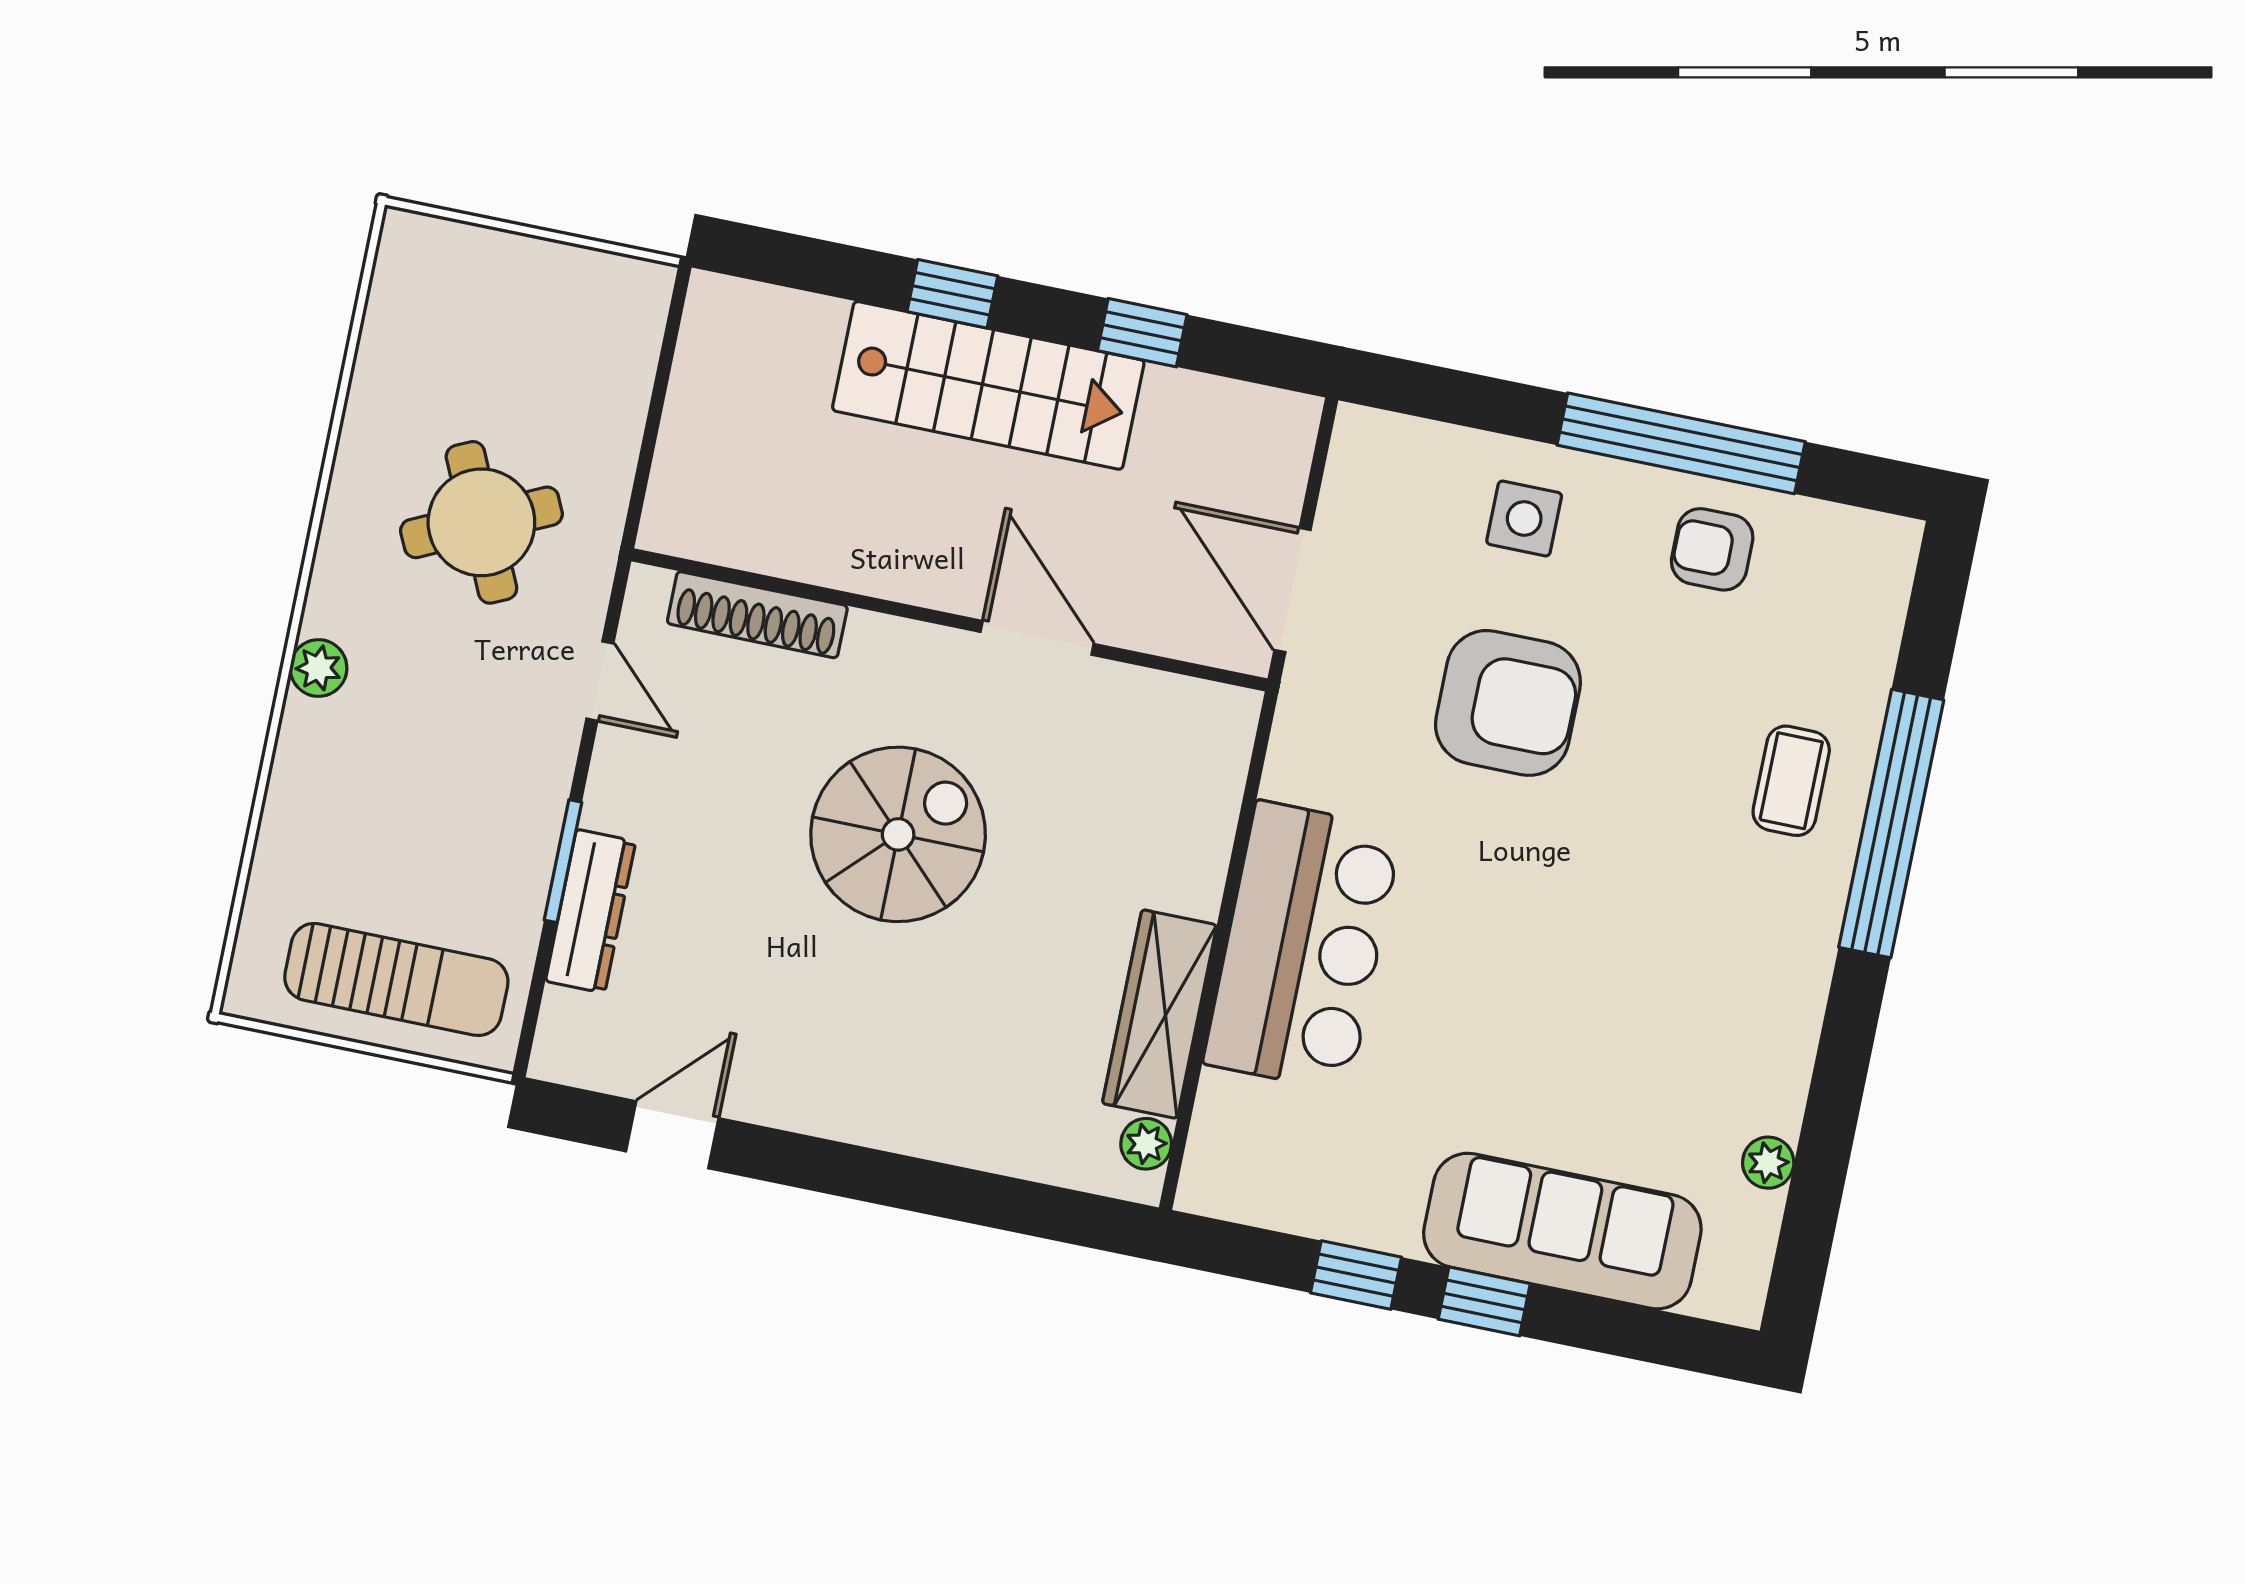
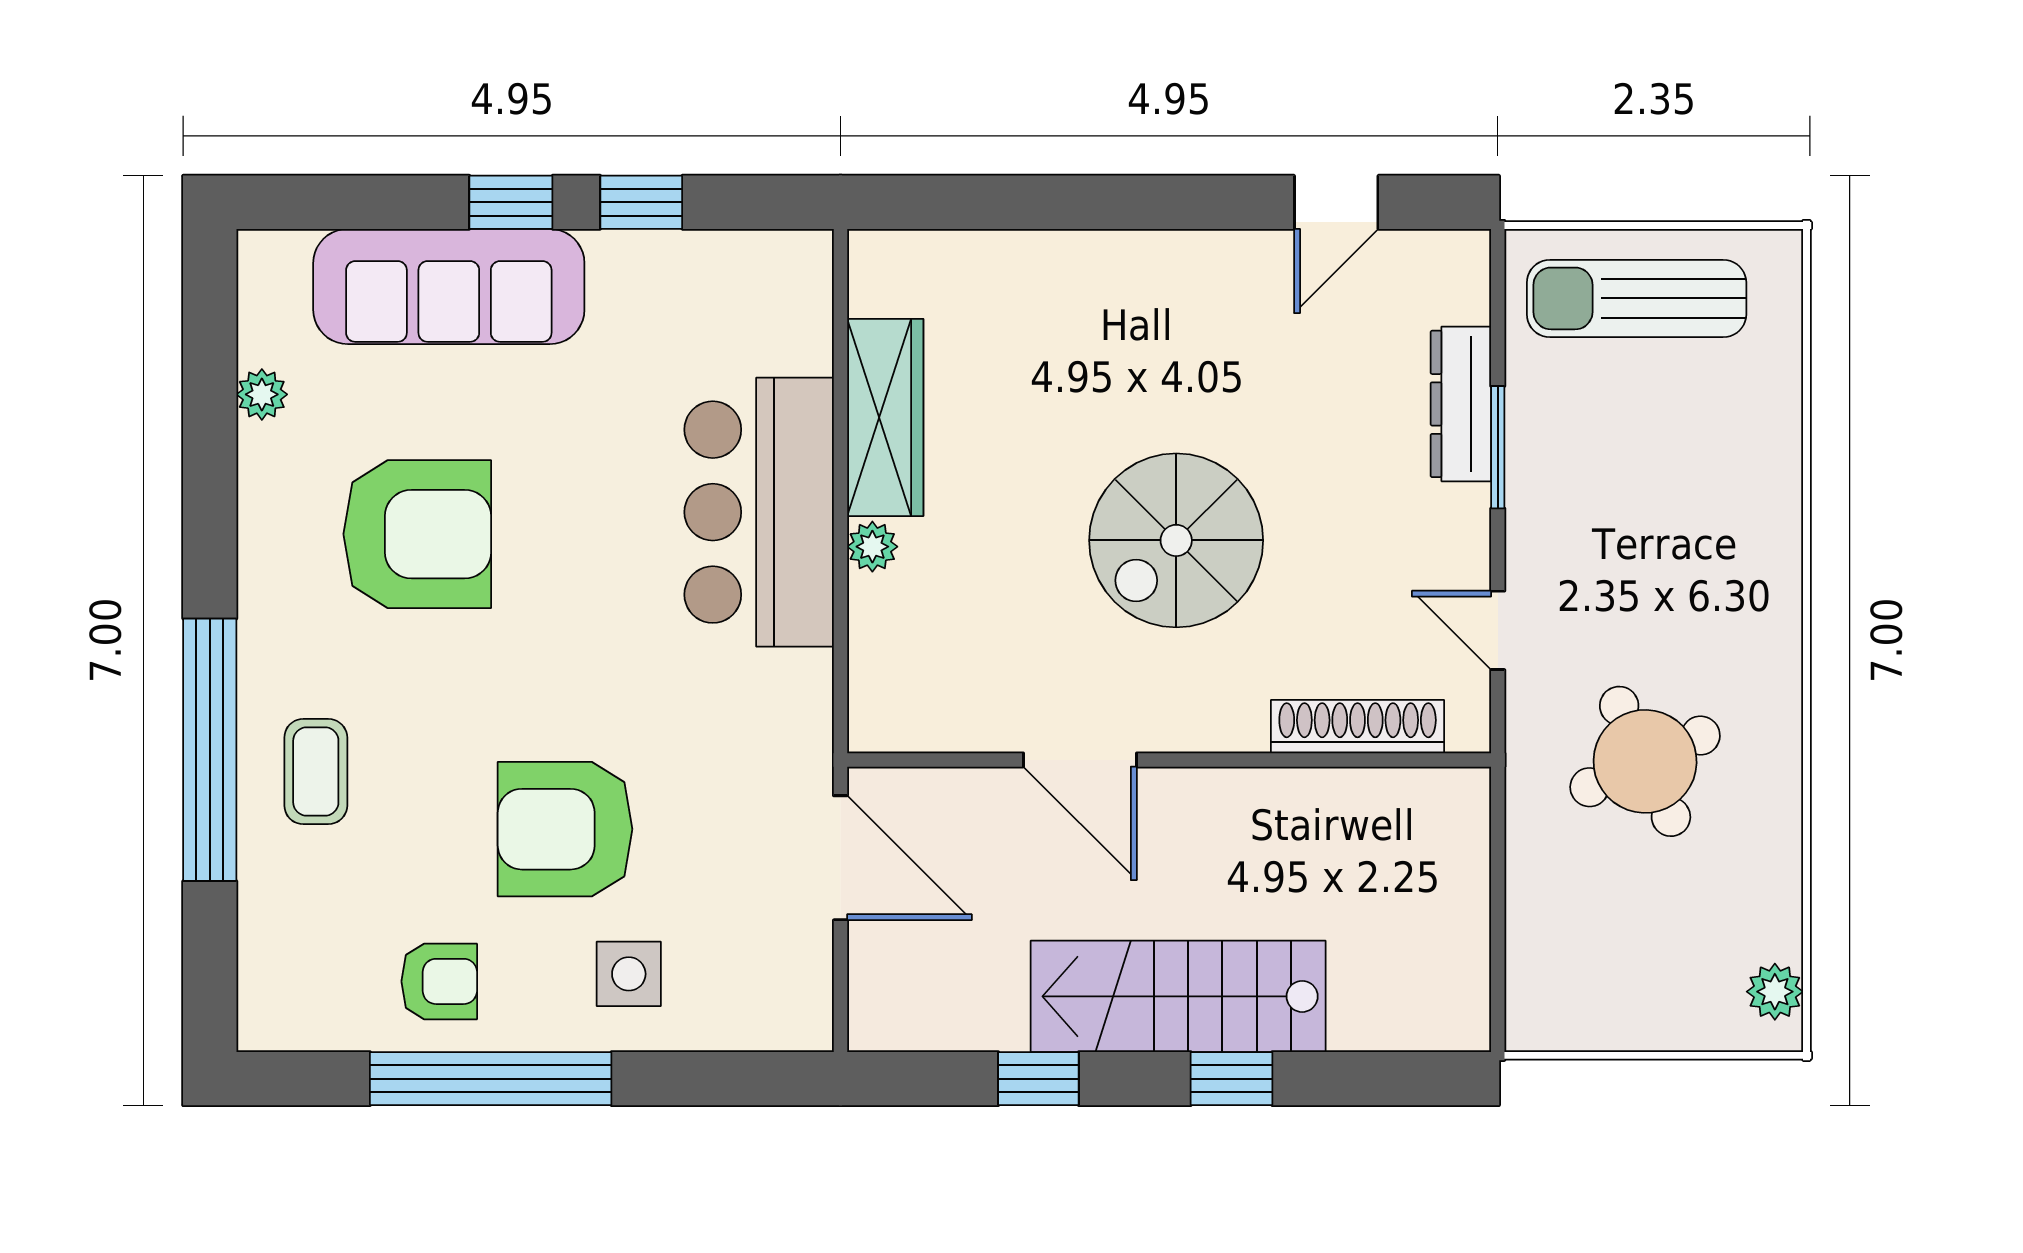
plant: (318, 668) -> (1775, 992), moved
armchair: (1508, 703) -> (565, 829), moved
armchair: (1643, 994) -> (417, 534), added
plant: (1146, 1144) -> (872, 547), moved

